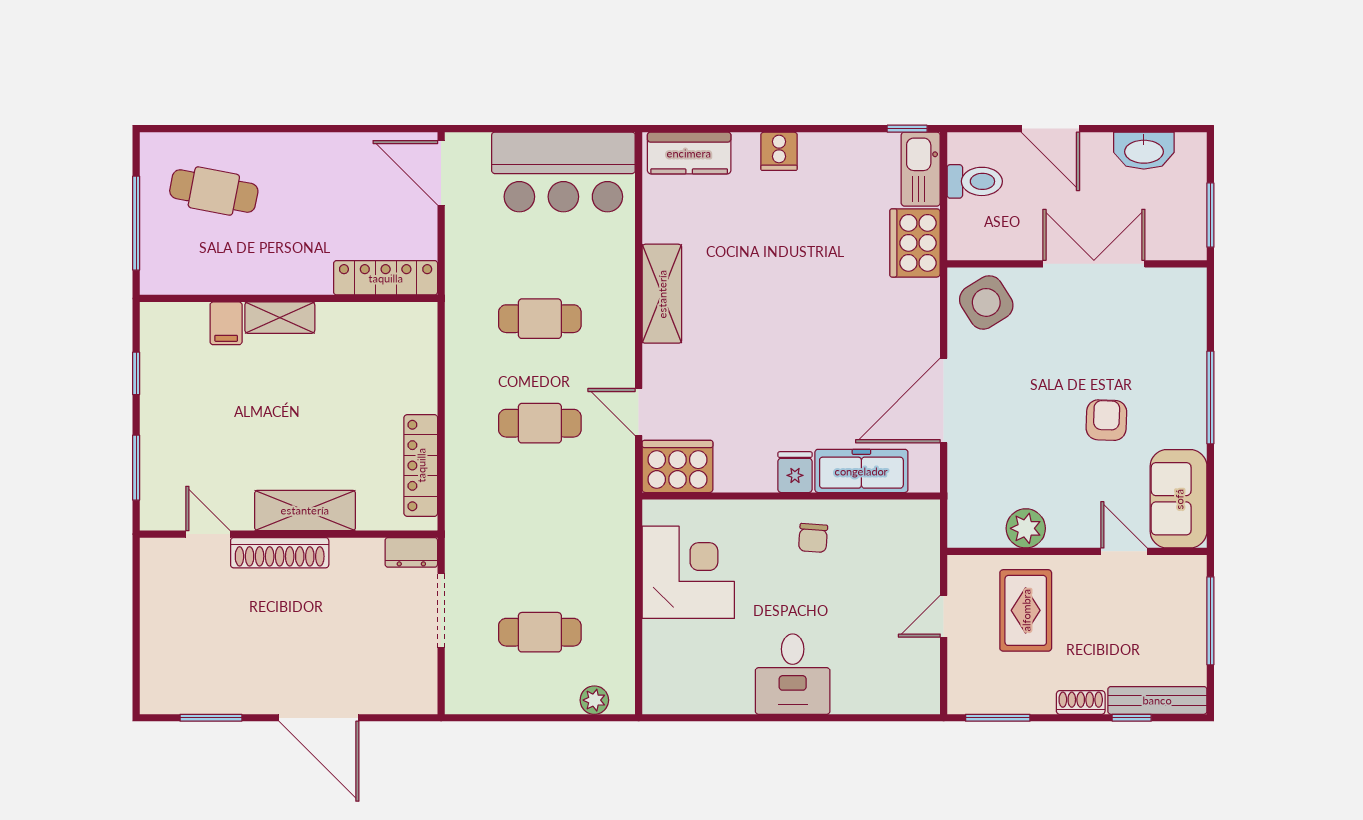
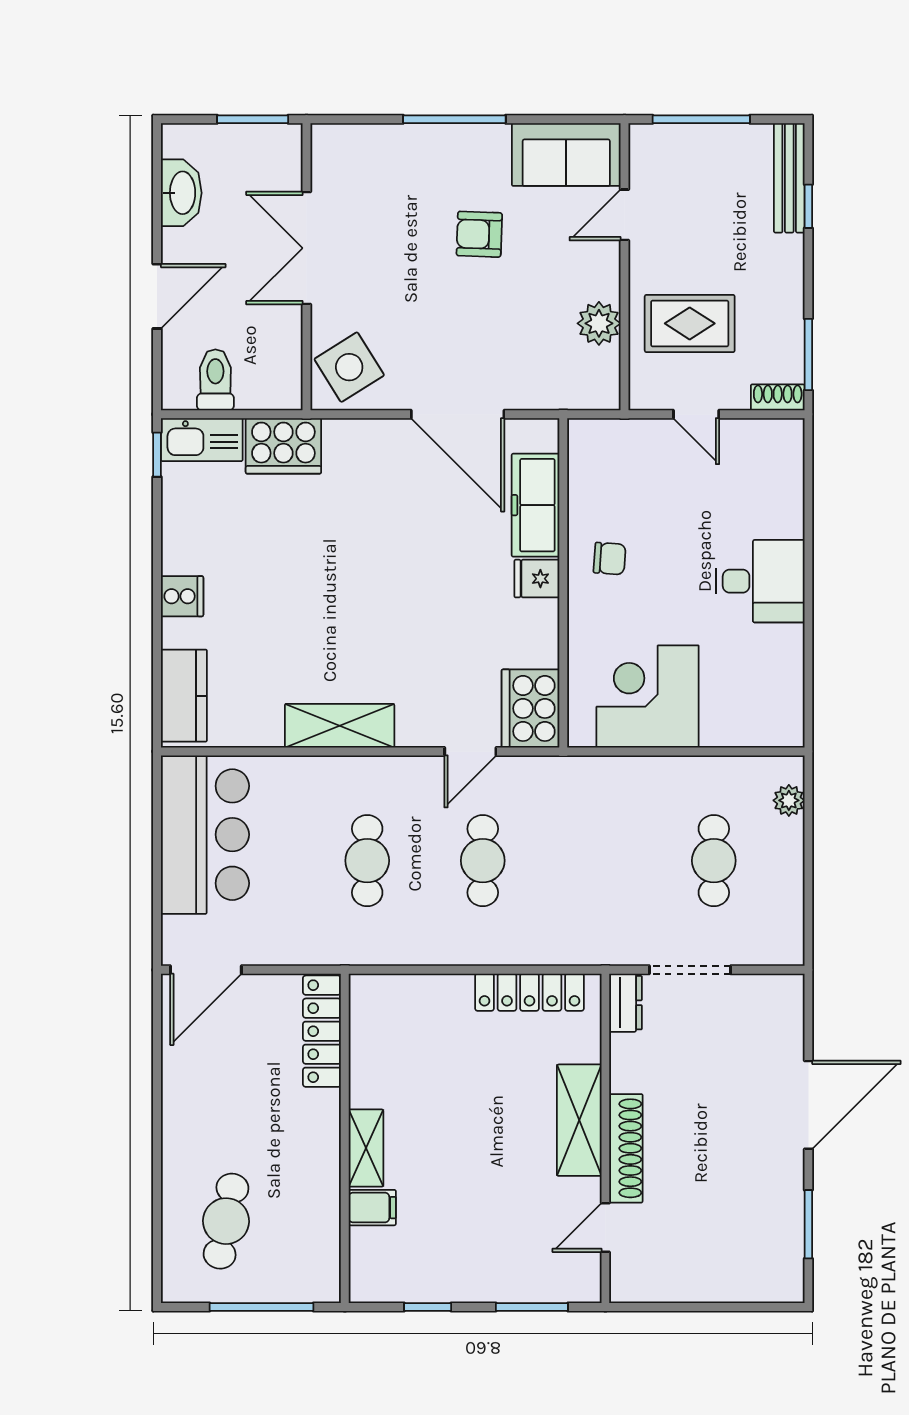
shoe rack: (1081, 703) -> (778, 397), moved, turned 90

